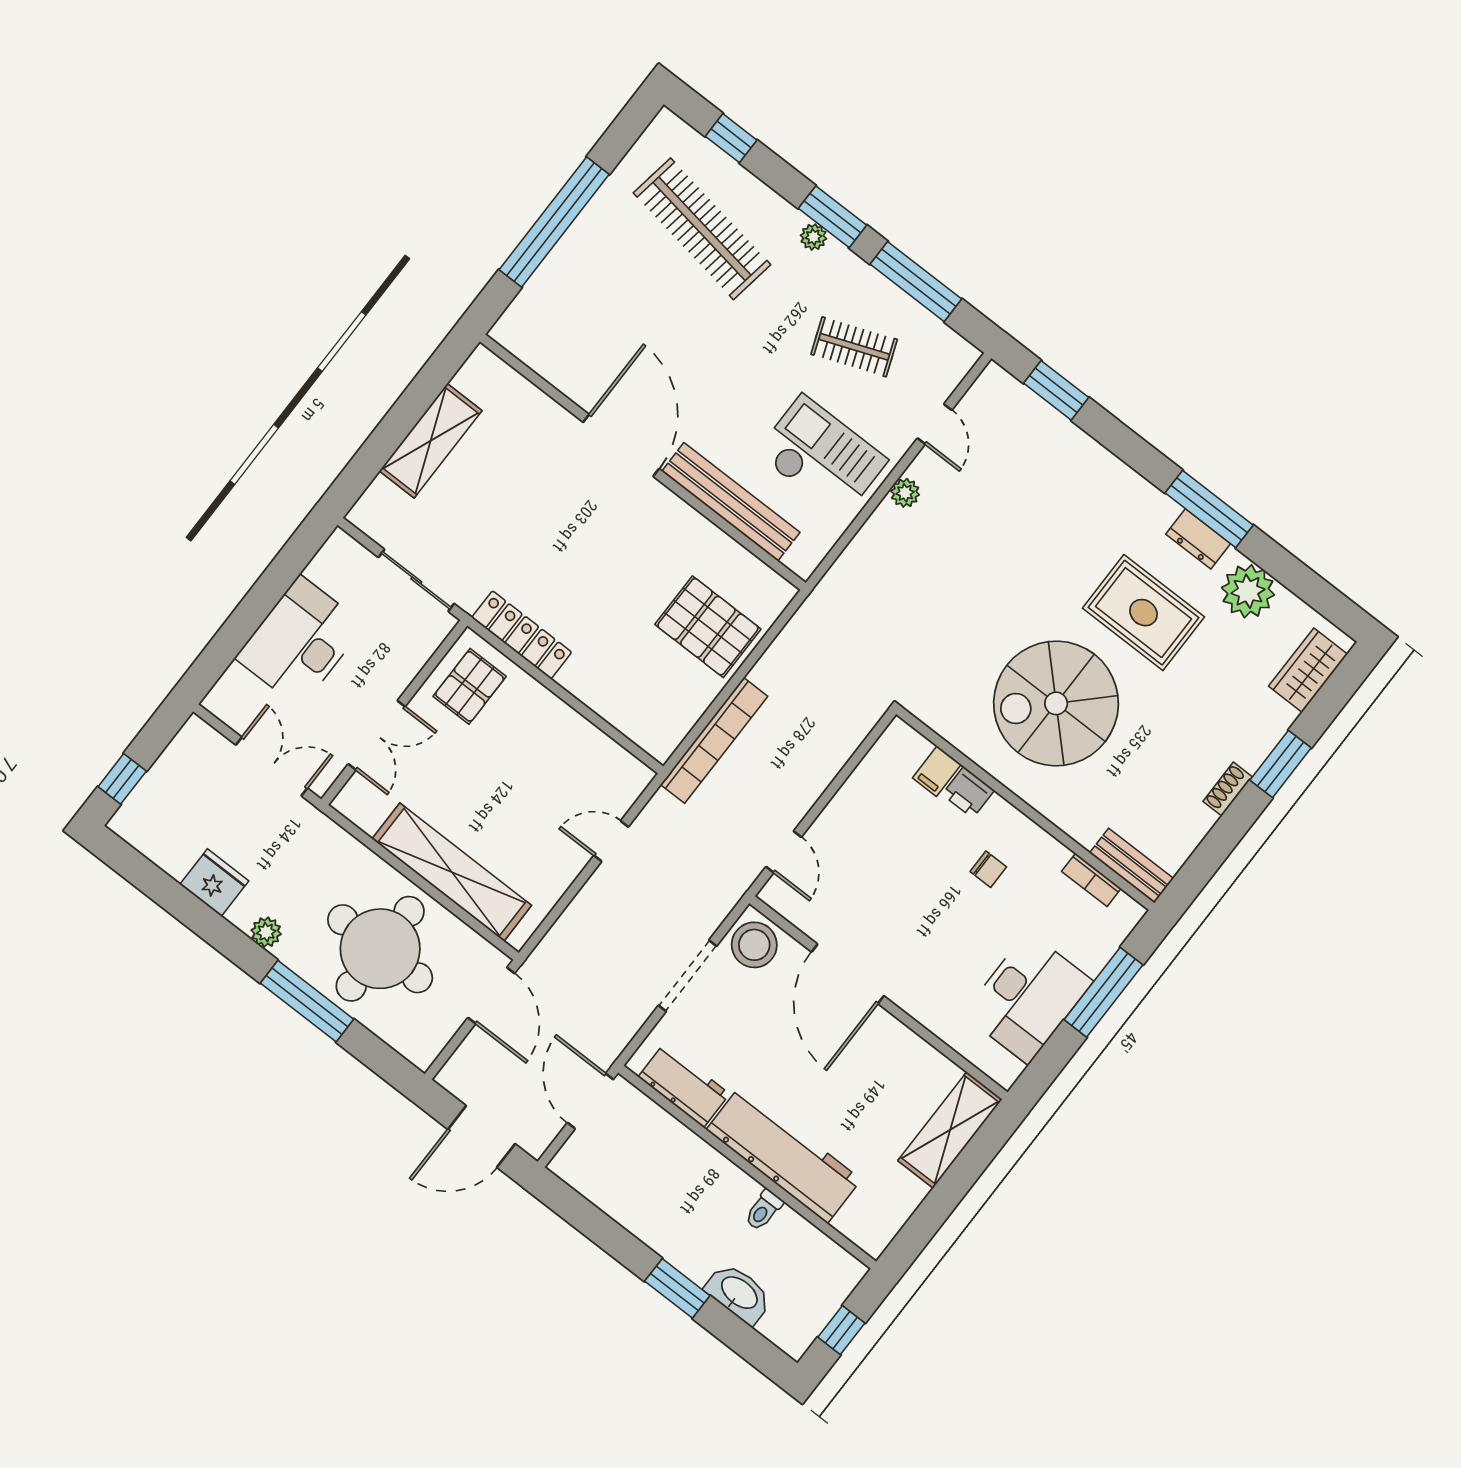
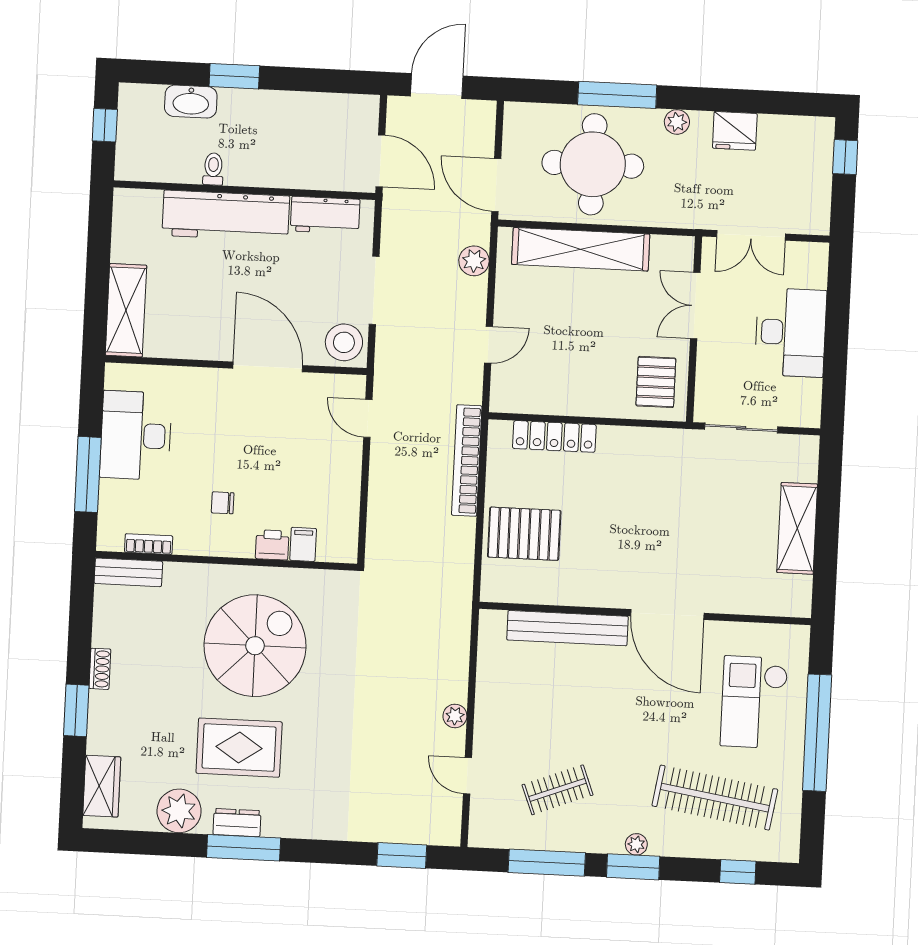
checkout: (822, 457) -> (754, 702), moved, turned 90
locker: (522, 635) -> (554, 436), moved
plant: (567, 935) -> (474, 261), added

